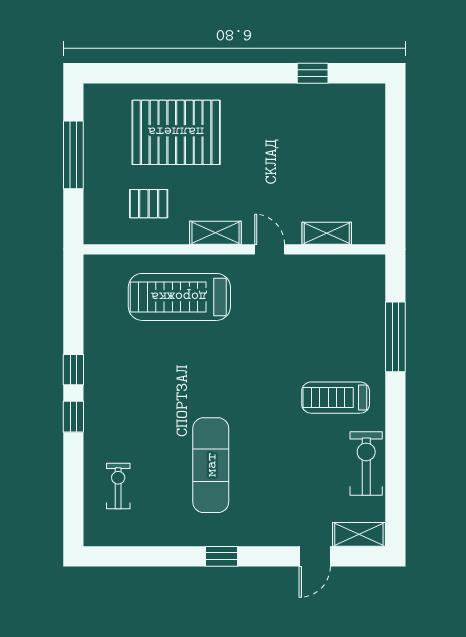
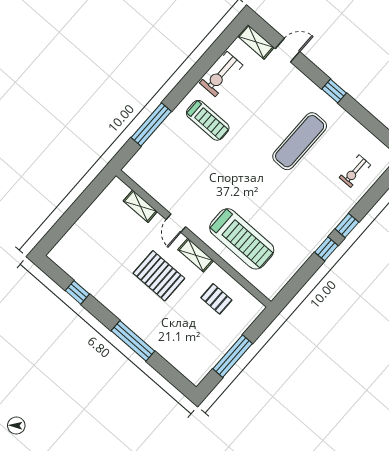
window: (201, 73) -> (133, 341), added
pallet: (176, 132) -> (159, 276), moved, width x0.73, depth x0.71

